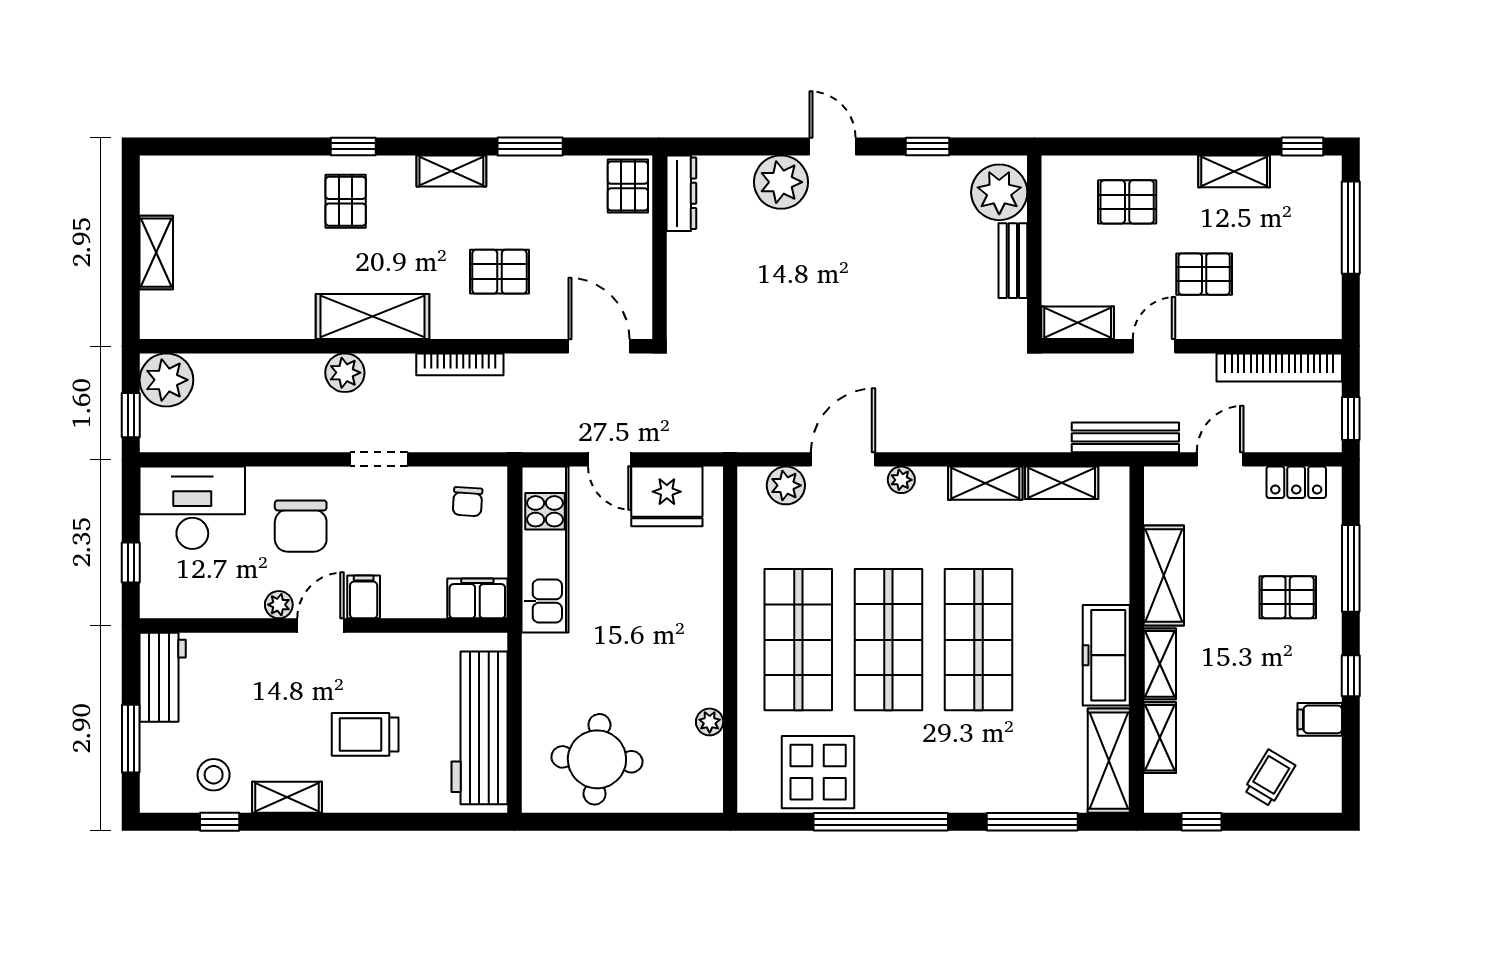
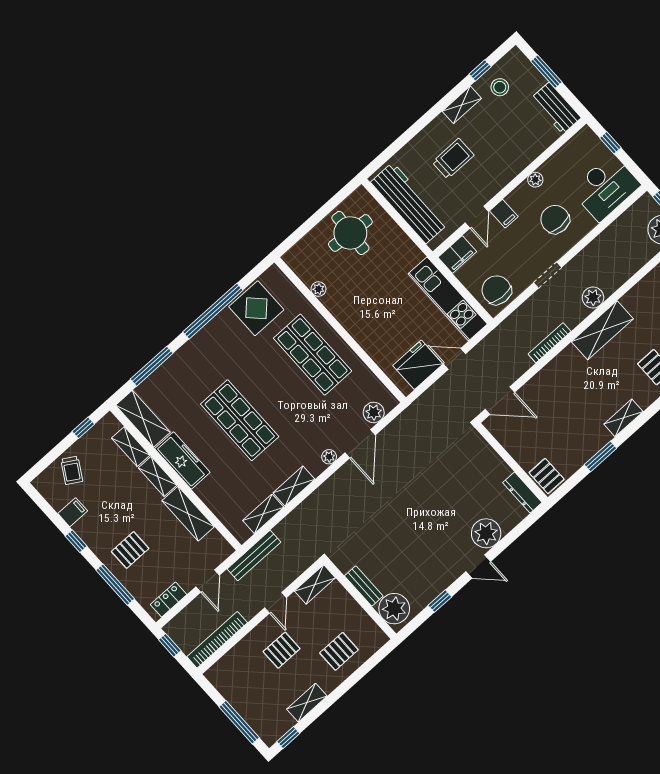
pallet: (499, 272) -> (567, 395), removed
chair: (468, 502) -> (497, 290), width x1.87, depth x1.87
door: (320, 626) -> (477, 217), moved
shop shelf: (888, 640) -> (276, 387), removed

